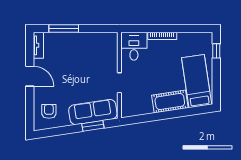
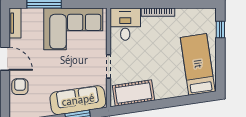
corner sofa: (89, 50) -> (73, 29), added
cot: (170, 102) -> (133, 93), moved
armchair: (49, 111) -> (20, 87), moved

